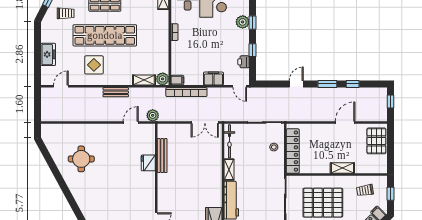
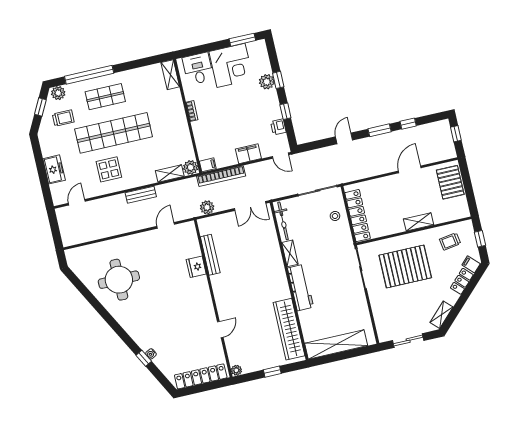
plant: (153, 115) -> (207, 207), moved
round table: (81, 159) -> (119, 280), width x1.36, depth x1.36

